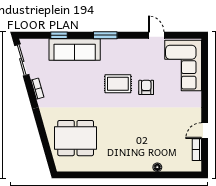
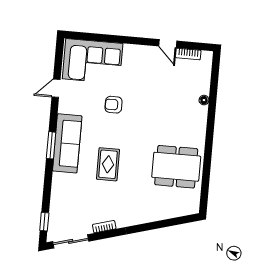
window: (59, 35) -> (44, 222), moved
sofa: (75, 49) -> (67, 143), moved
rug: (118, 84) -> (108, 164), moved
dining table: (76, 138) -> (176, 167), moved, turned 90

